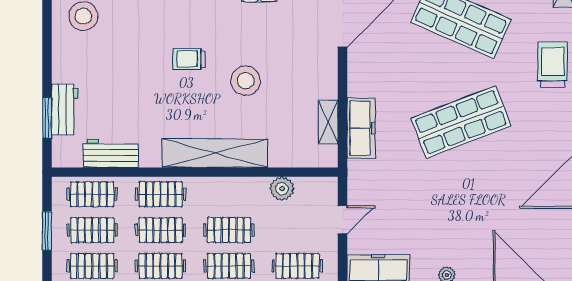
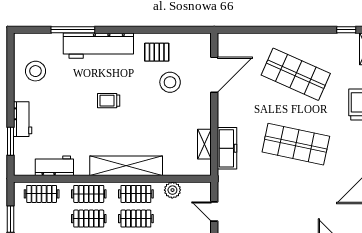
stool: (246, 81) -> (170, 82), moved
workbench: (65, 109) -> (23, 119), moved
shop shelf: (461, 122) -> (296, 144), turned 33
door: (343, 220) -> (214, 211), swing flipped
clothes rail: (92, 230) -> (136, 194), moved

